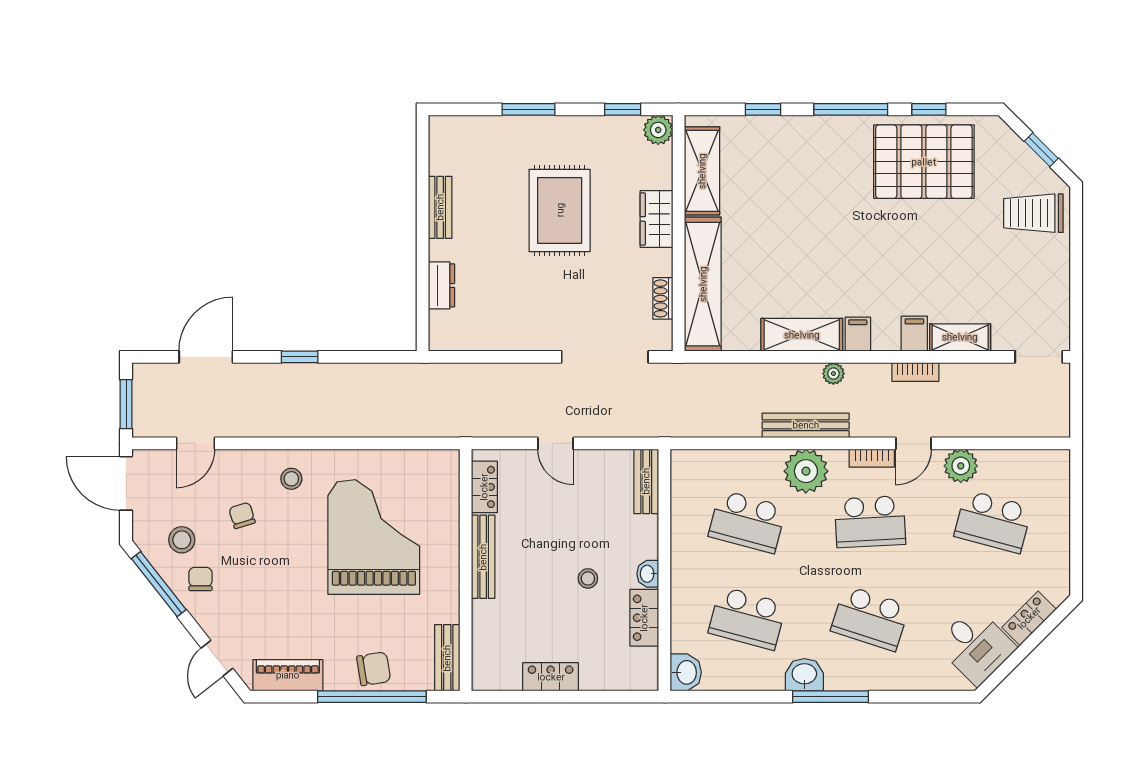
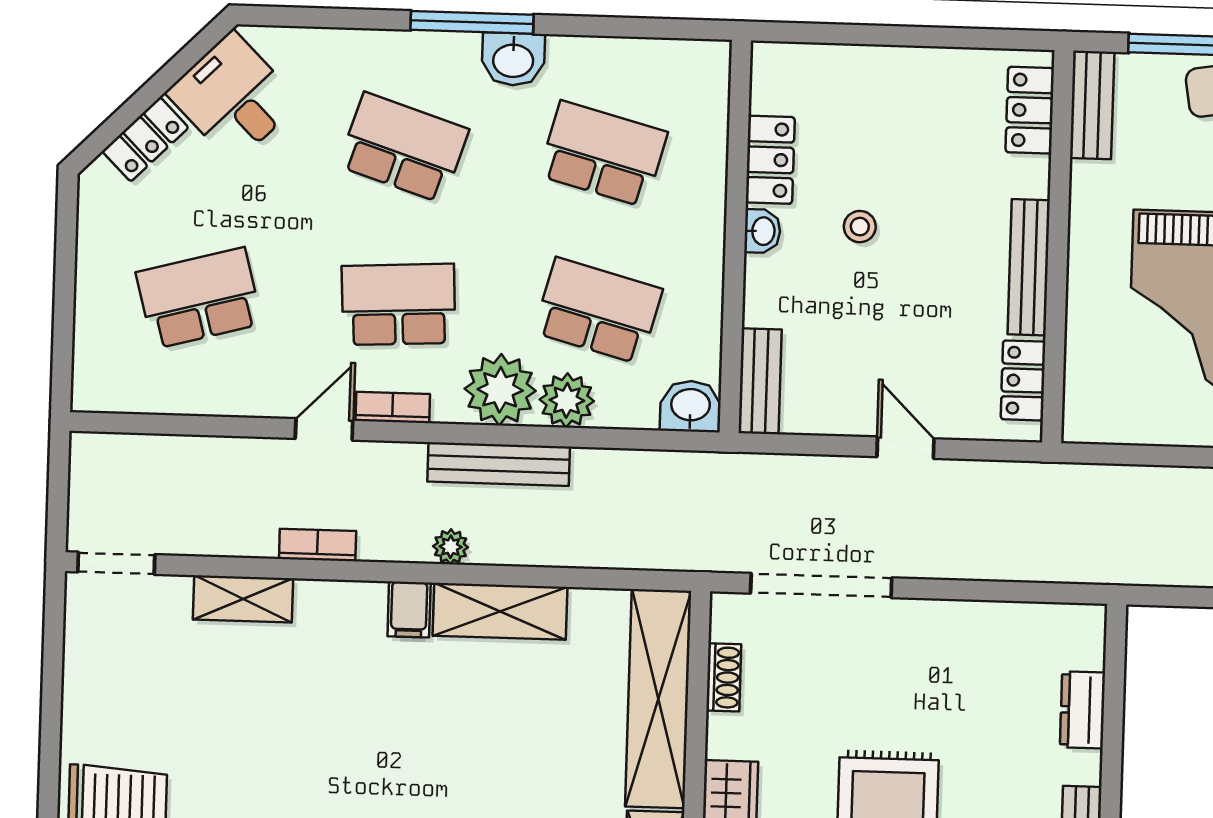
filing cabinet: (914, 334) -> (317, 607), removed
plant: (961, 466) -> (567, 400), moved
school desk: (993, 522) -> (199, 298), turned -30
washbasin: (686, 672) -> (690, 406), moved, turned 90
locker: (551, 677) -> (1030, 110), moved, turned 90

